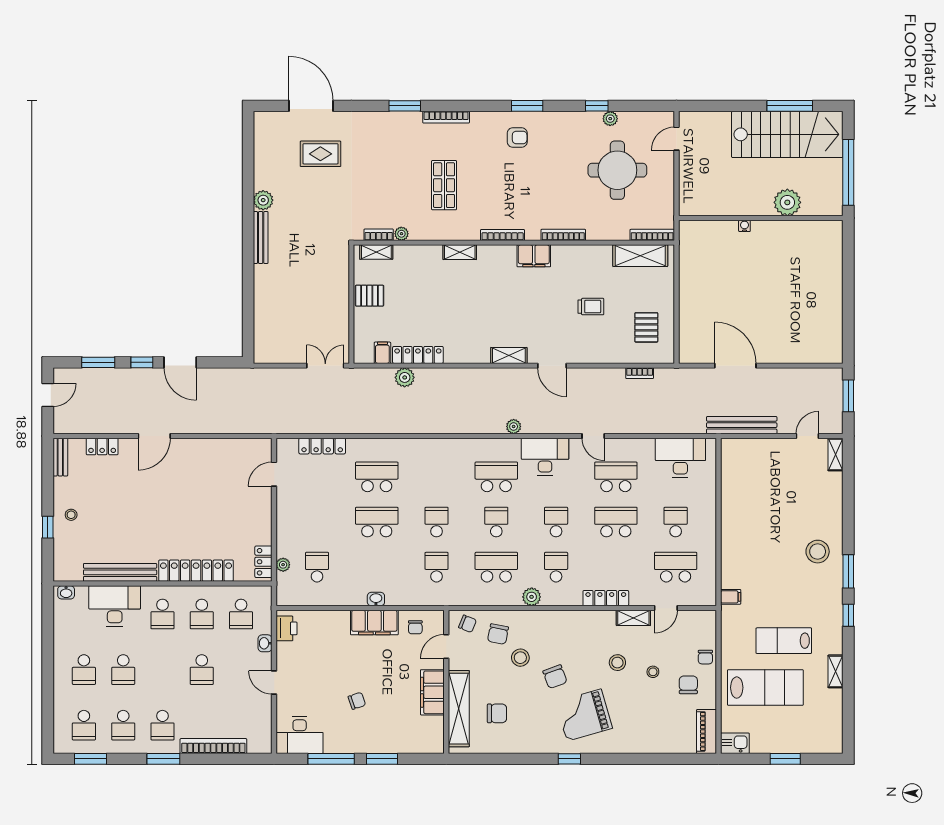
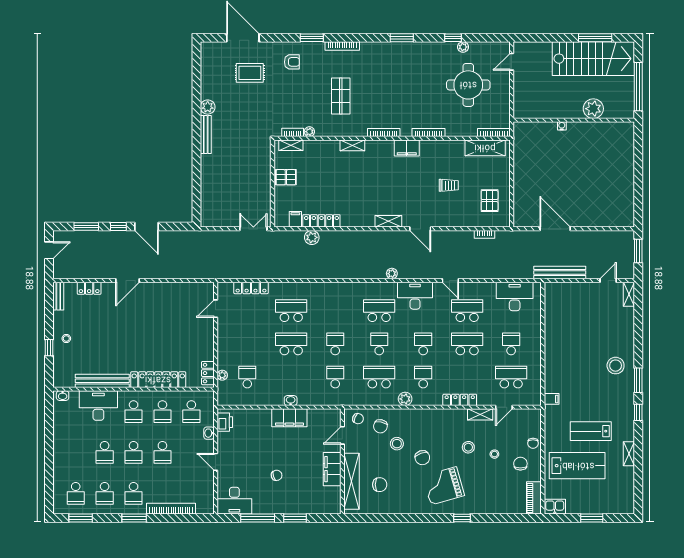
armchair: (517, 137) -> (292, 62), moved
chair: (415, 627) -> (320, 421), removed
school desk: (84, 670) -> (134, 452), moved
window: (569, 759) -> (462, 518), moved

